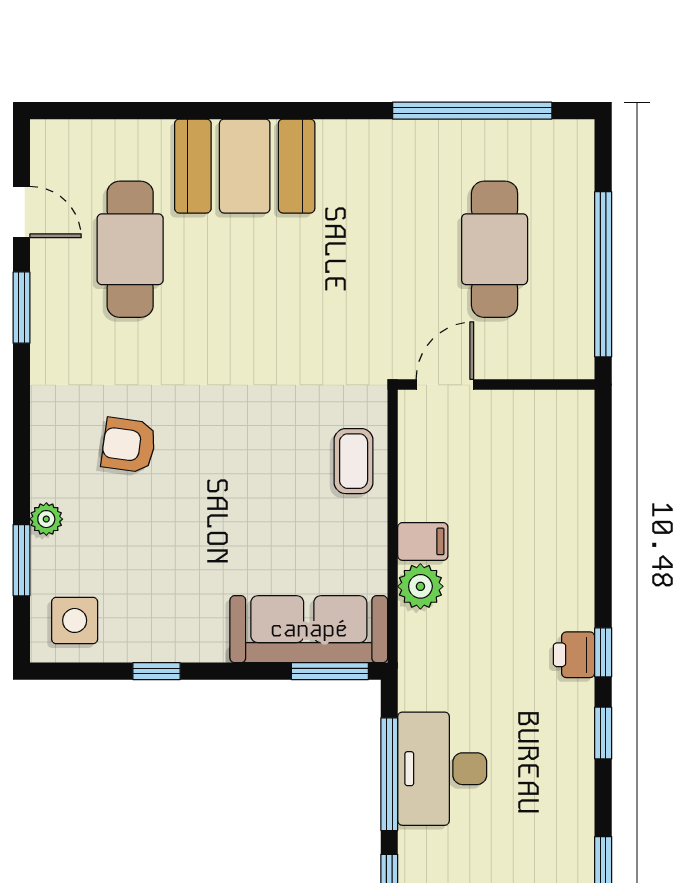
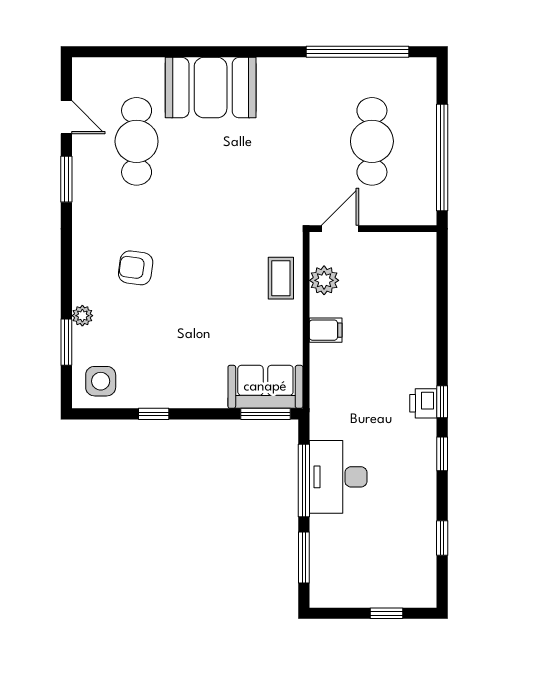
plant: (420, 586) -> (324, 280), moved
sofa: (309, 629) -> (265, 387), width x0.73

